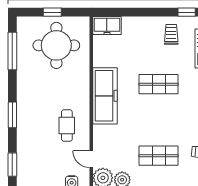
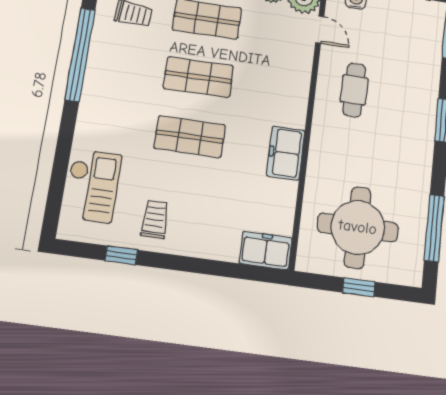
trolley: (171, 34) -> (155, 219), turned 180
freezer: (105, 96) -> (286, 153), width x0.52, depth x0.79
shop shelf: (159, 120) -> (198, 77), added

